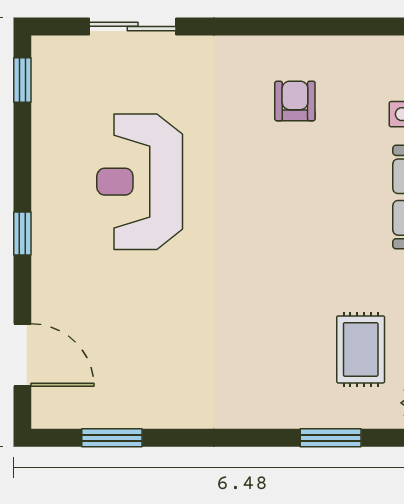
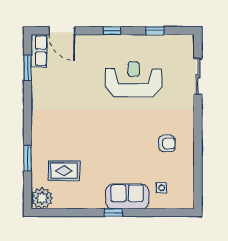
window: (22, 80) -> (155, 31), moved
door: (22, 355) -> (62, 31), hinge flipped
row of seats: (71, 410) -> (39, 51), added

